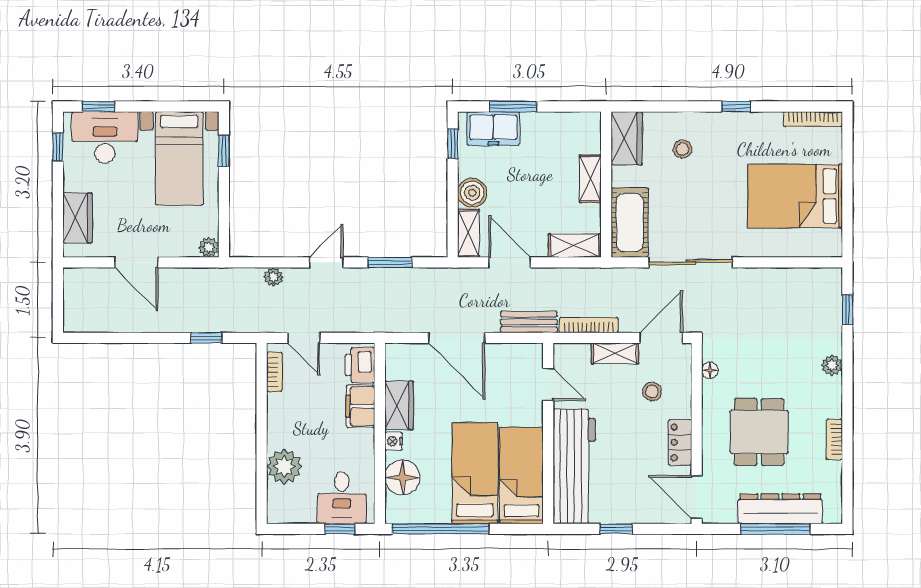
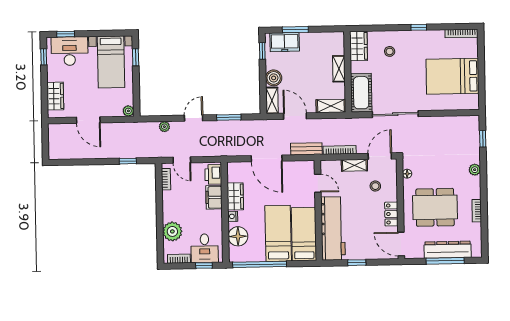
dining table: (759, 432) -> (435, 207), width x1.37
bookcase: (295, 516) -> (179, 259), added

